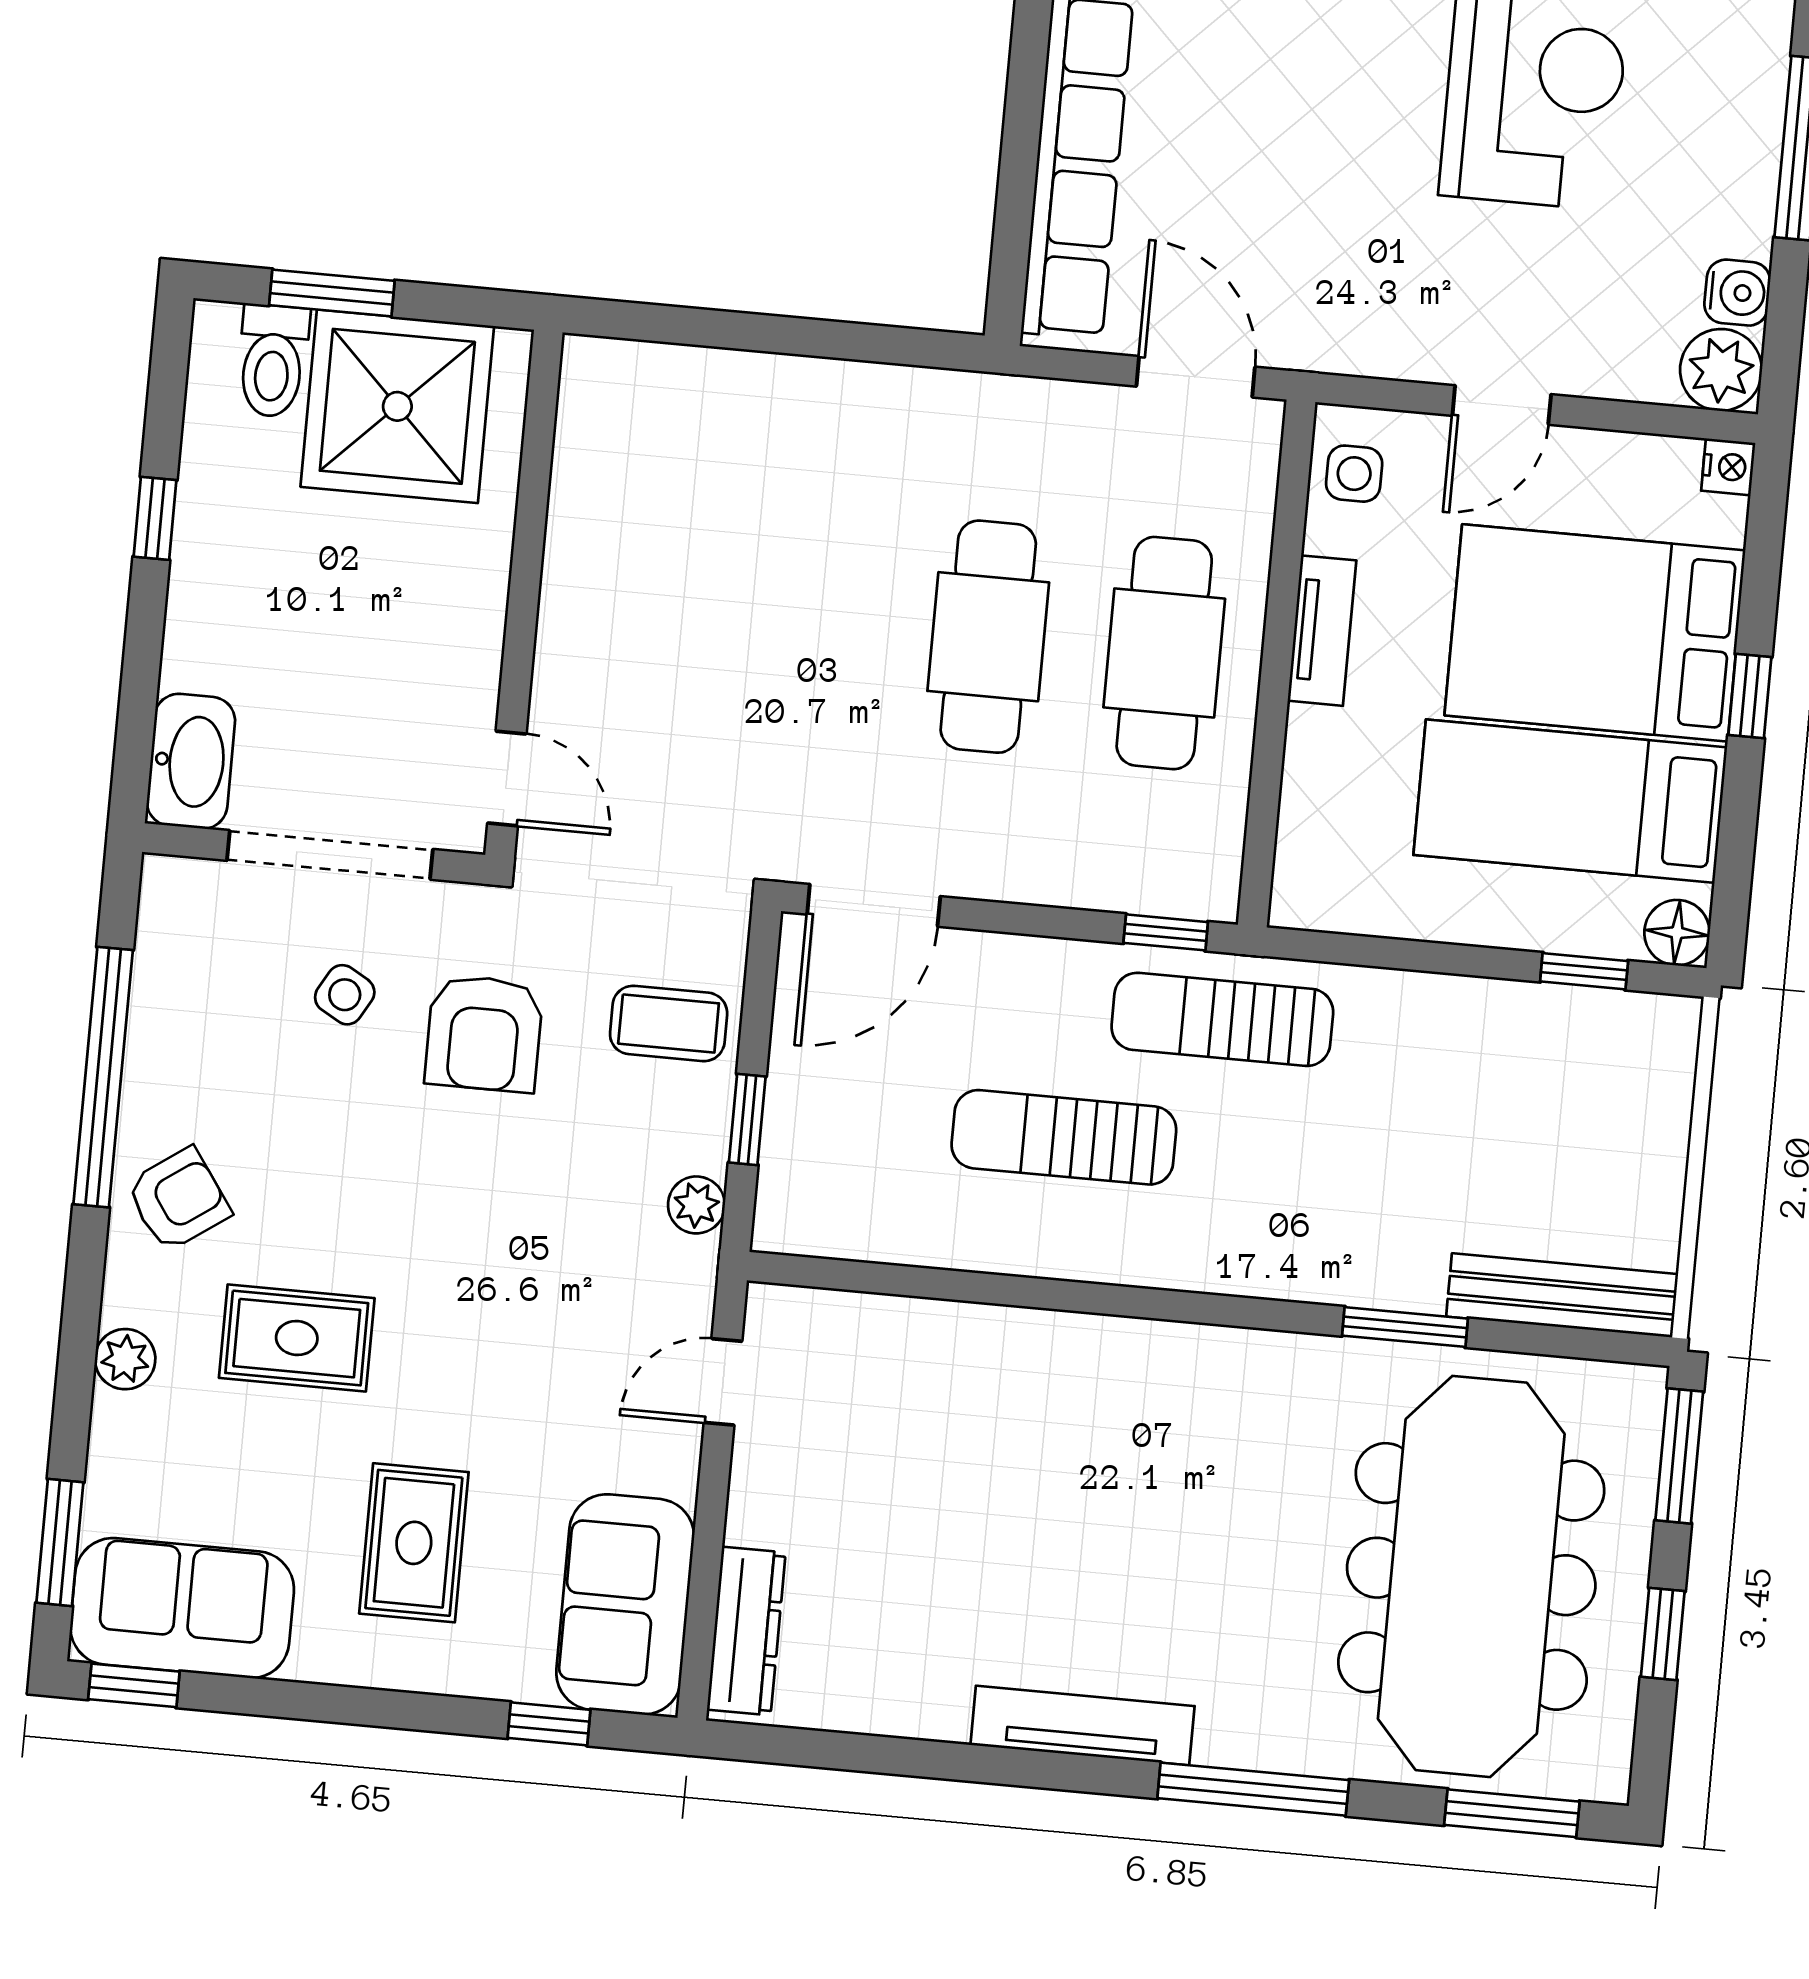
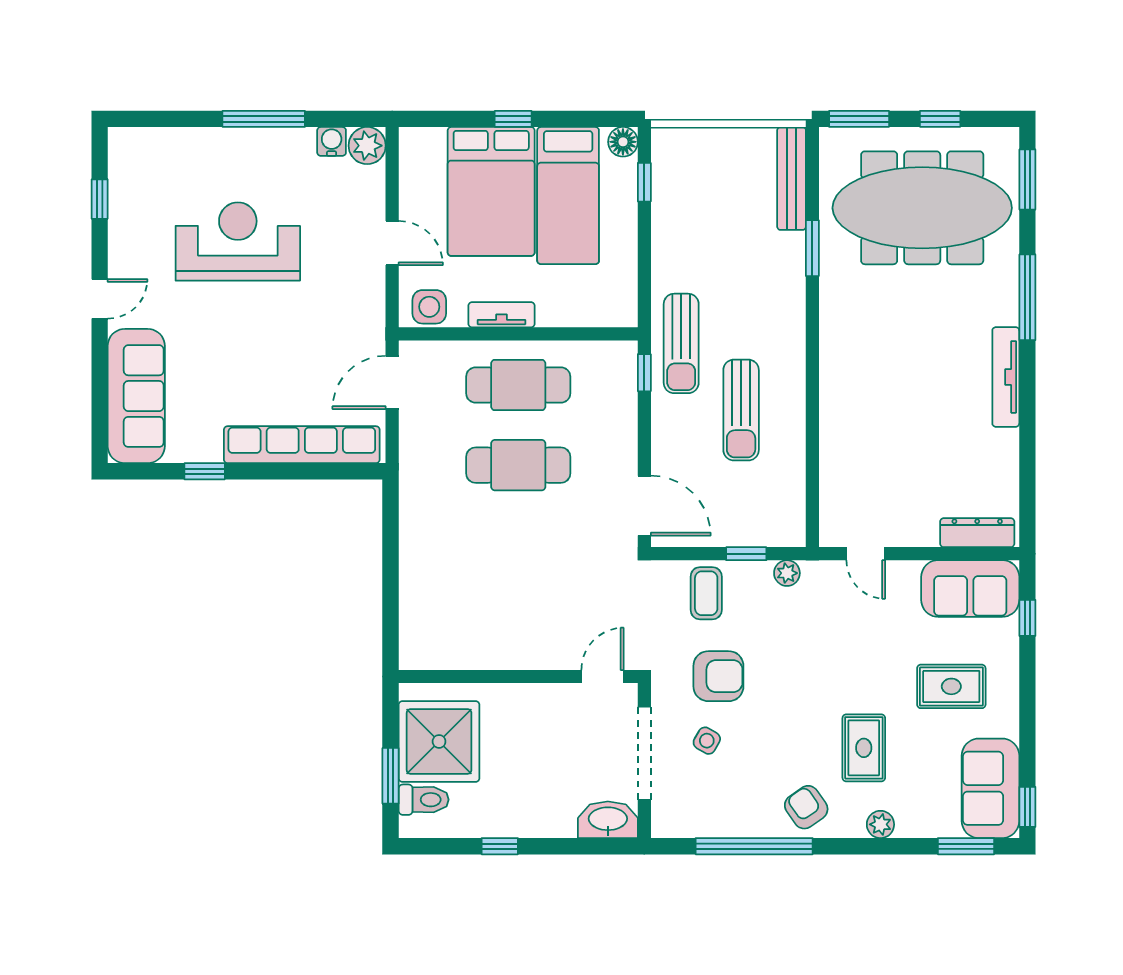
nightstand: (1728, 467) -> (411, 138), removed
side table: (1354, 474) -> (429, 307), width x1.37, depth x1.37

